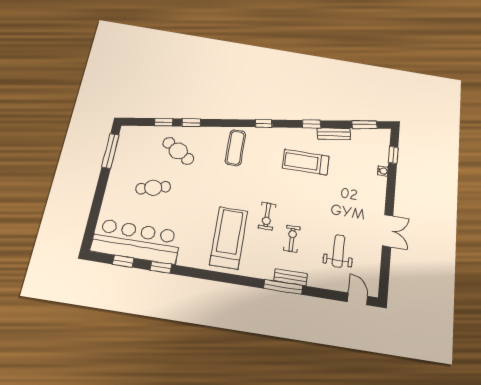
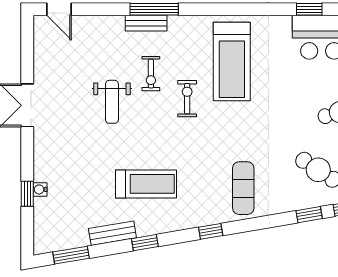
window: (393, 155) -> (27, 194), moved
weight bench: (339, 251) -> (112, 102), moved

